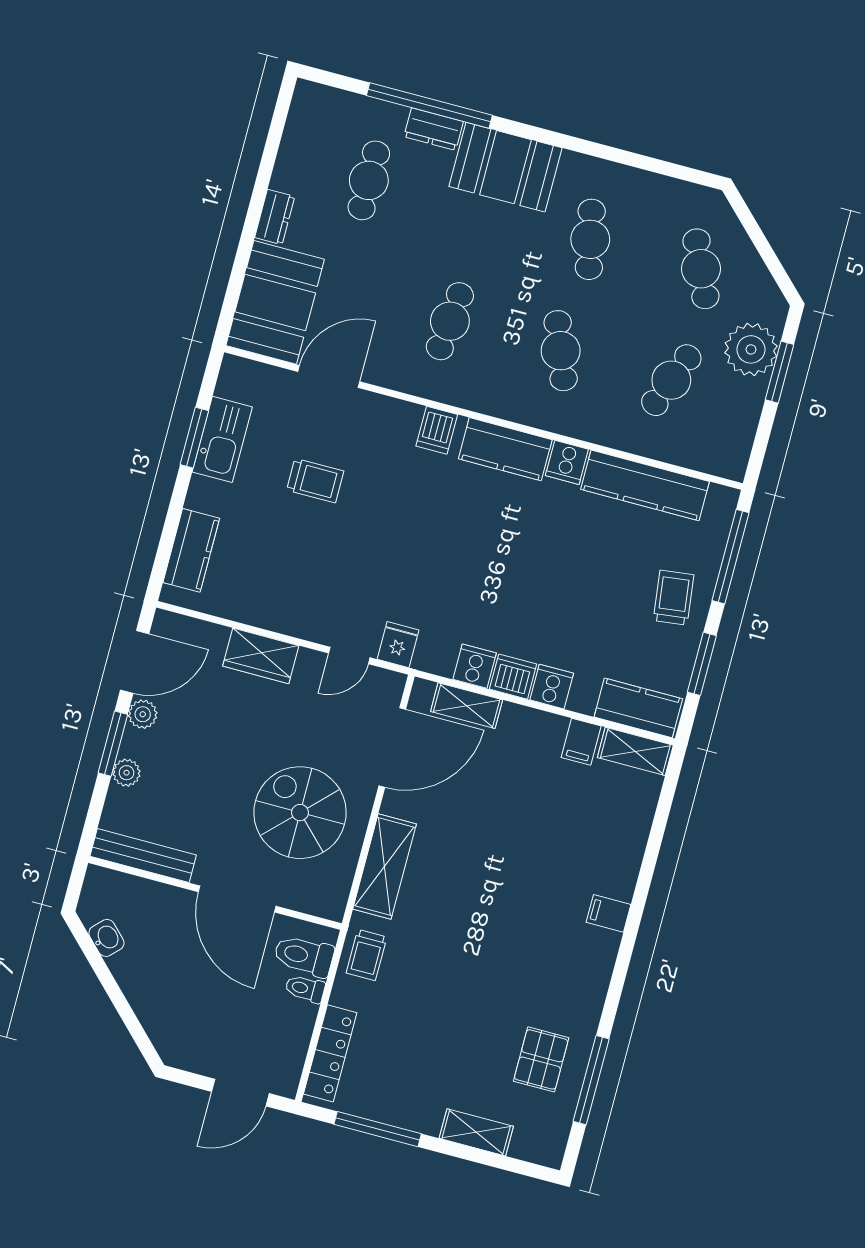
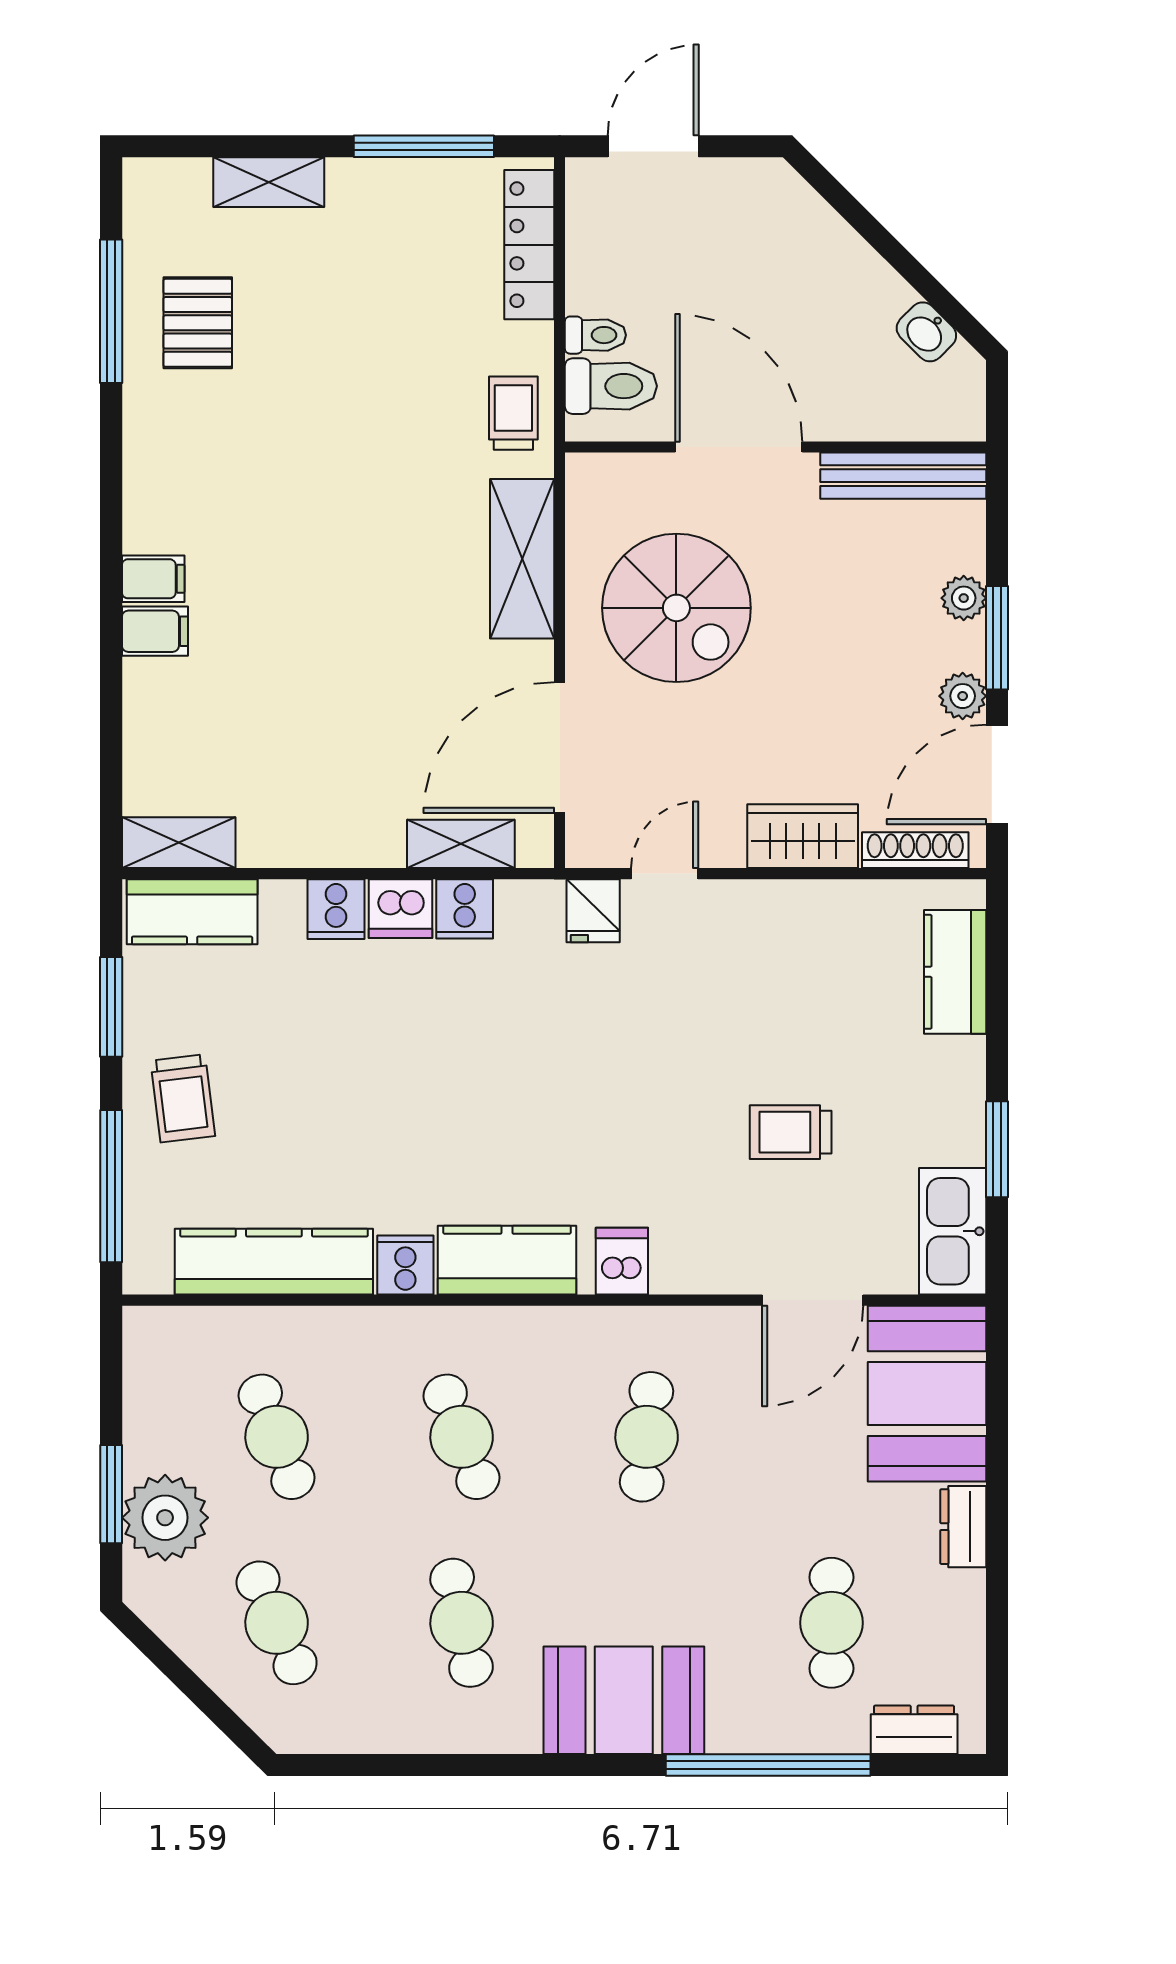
dresser: (434, 129) -> (914, 1730), moved
cafe table: (671, 380) -> (277, 1437), turned -42
kitchen sink: (222, 439) -> (953, 1231), moved
shoe rack: (196, 630) -> (915, 850), added
filing cabinet: (581, 742) -> (155, 631), moved, turned 90

